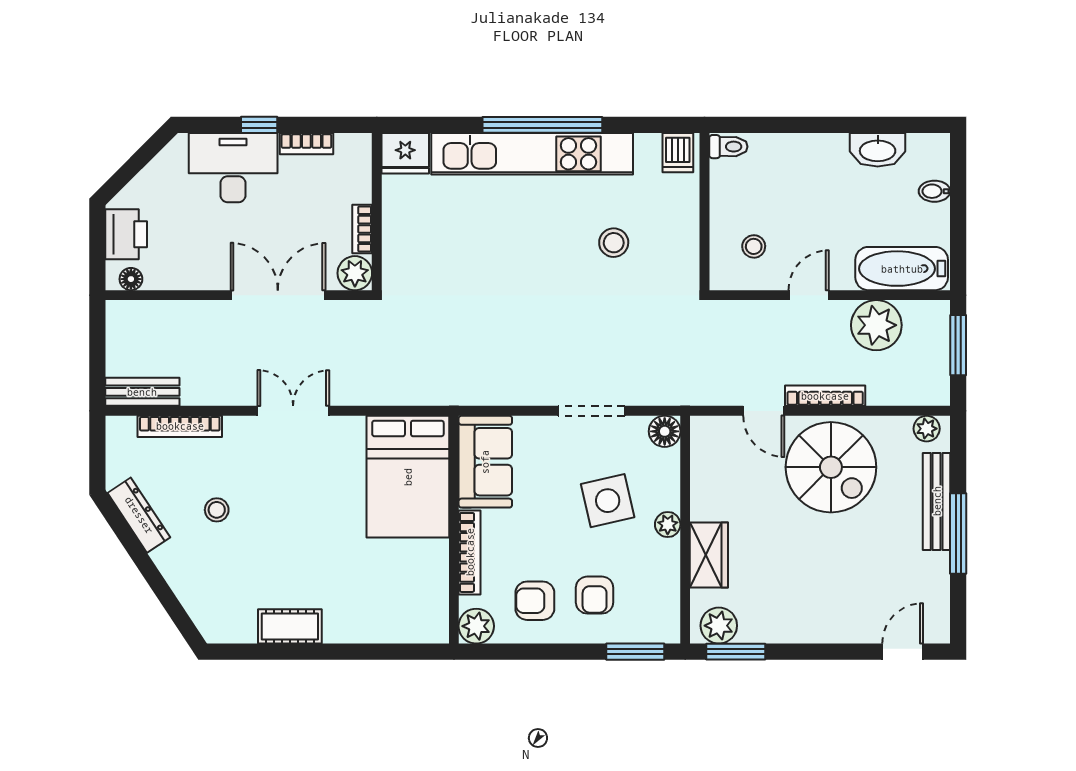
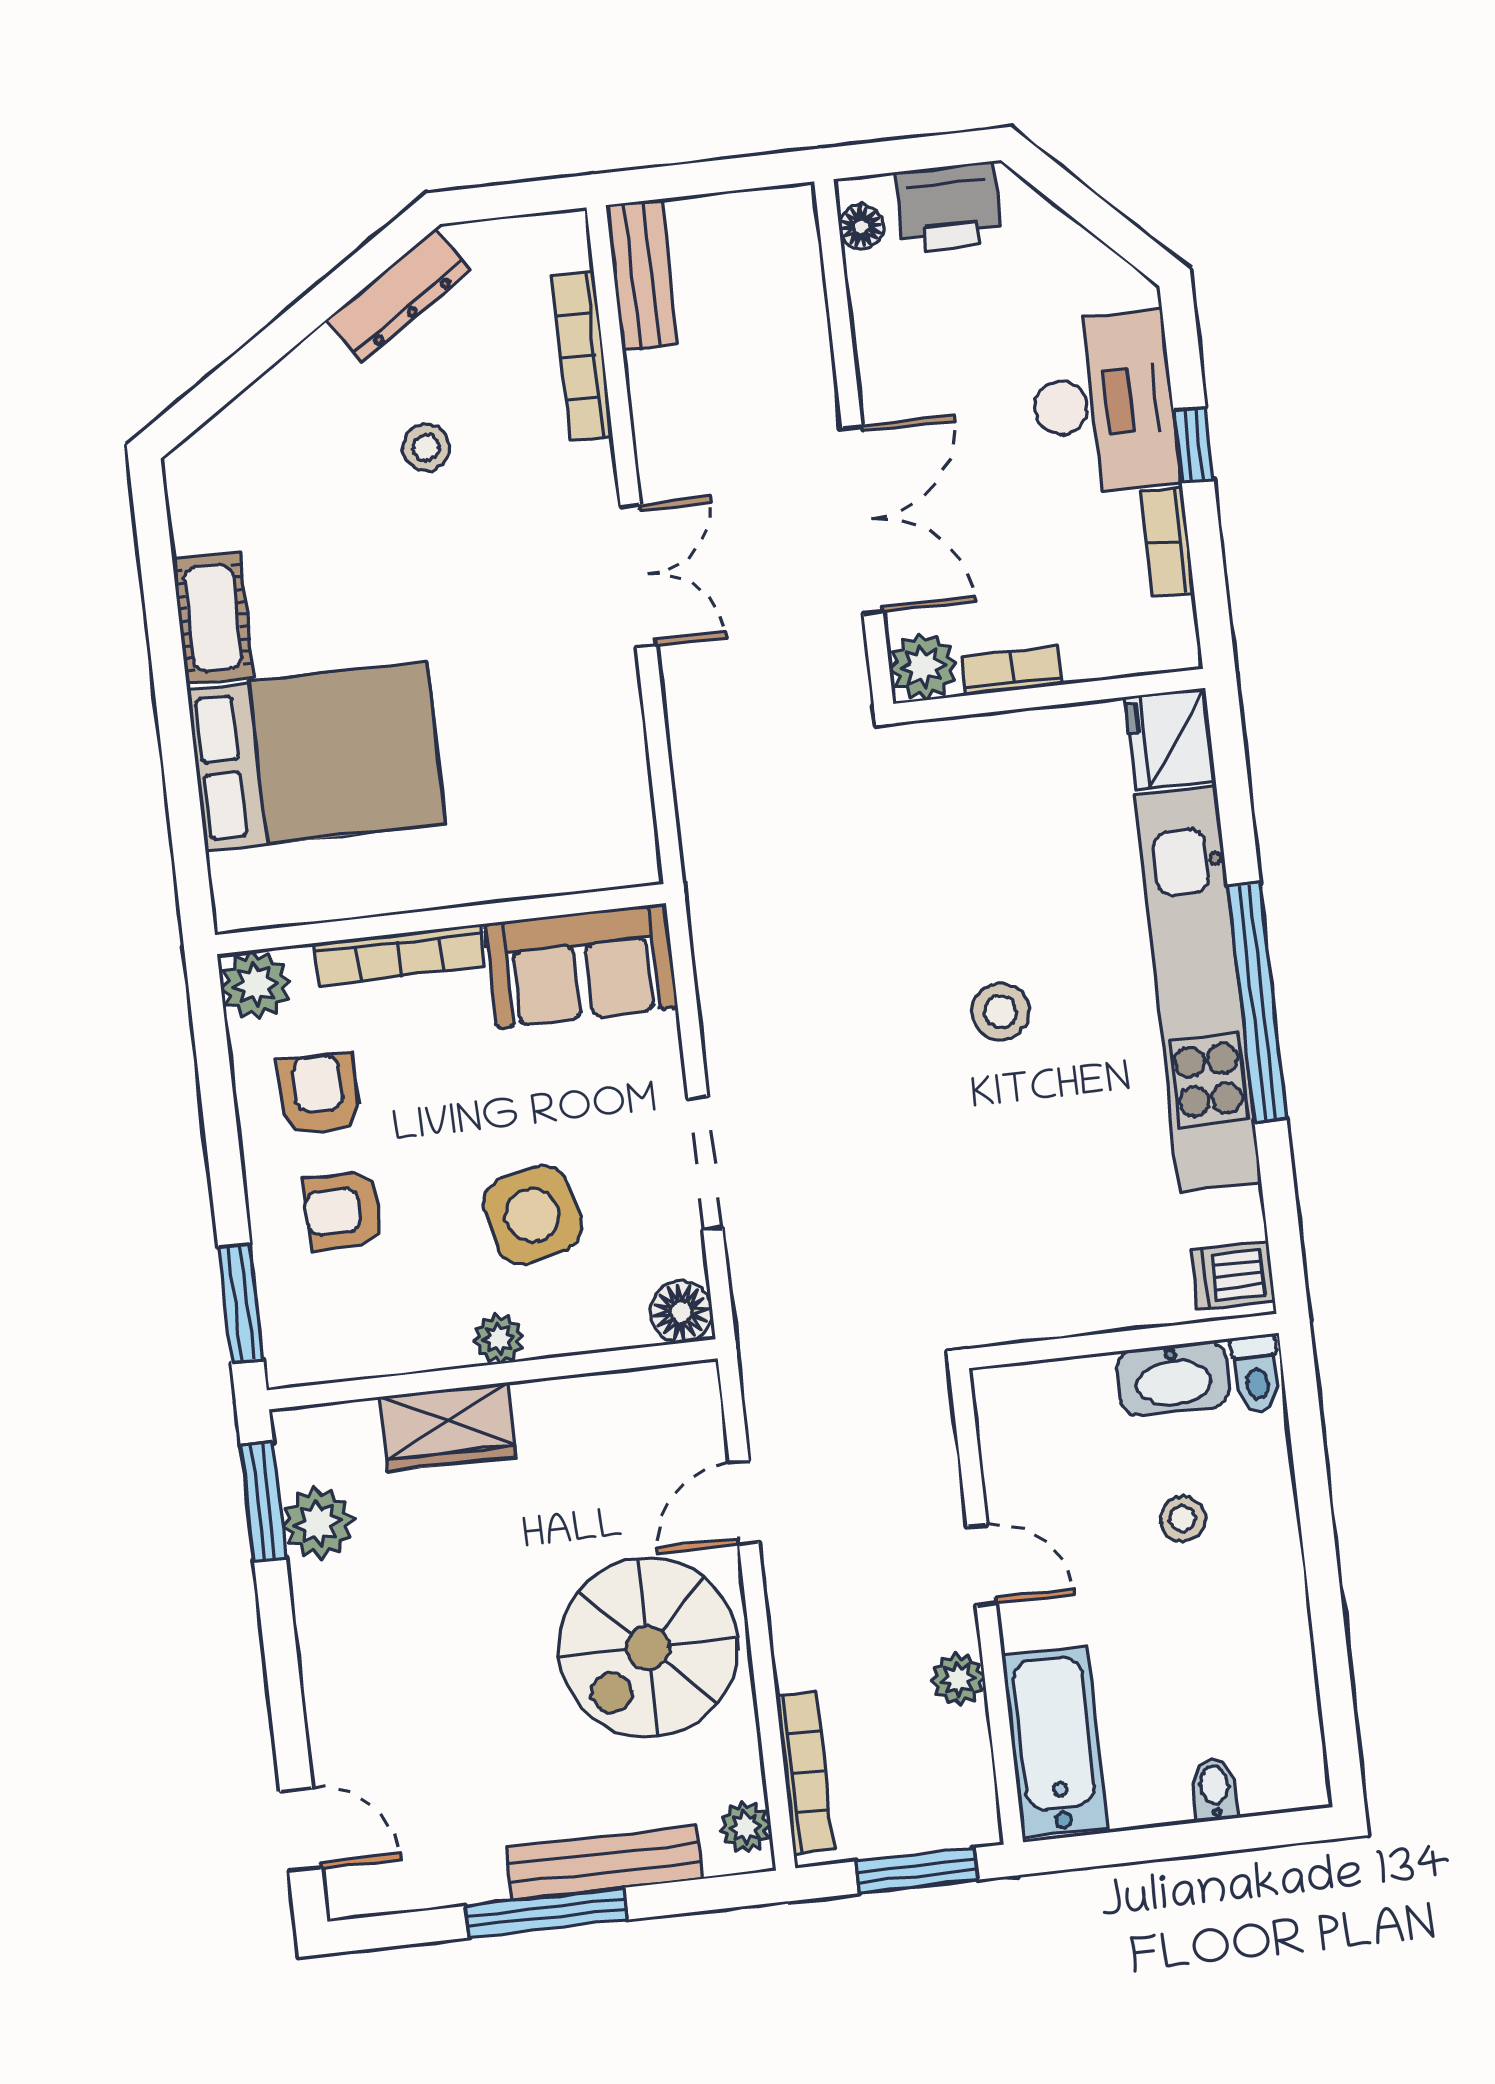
washbasin: (878, 150) -> (1173, 1379), moved, turned -90
stool: (614, 243) -> (1001, 1012), moved
stool: (754, 246) -> (1183, 1519), moved
plant: (876, 325) -> (958, 1679), width x0.53, depth x0.53
bookcase: (825, 396) -> (805, 1772), moved
bed: (408, 477) -> (316, 757), moved, turned 180
plant: (719, 626) -> (318, 1523), moved

